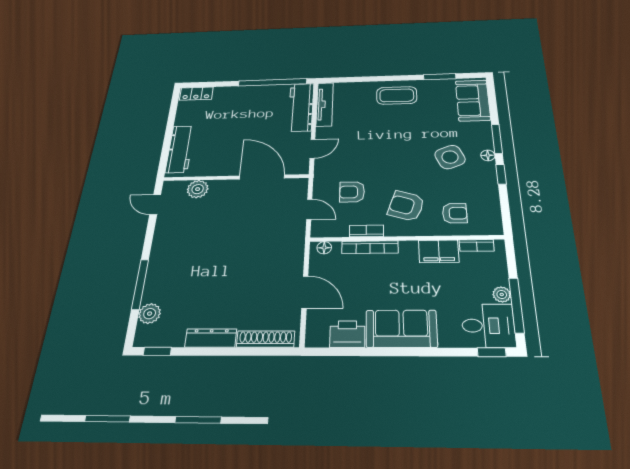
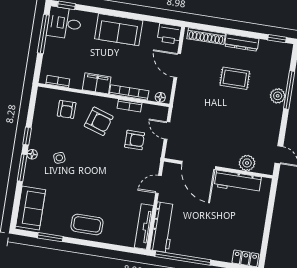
workbench: (180, 149) -> (238, 182), moved, turned -90
side table: (450, 157) -> (59, 158), width x0.54, depth x0.54
armchair: (455, 213) -> (67, 109), turned -90
filing cabinet: (439, 251) -> (97, 83), moved
rug: (219, 288) -> (235, 78), added
plant: (502, 294) -> (51, 43), removed
plant: (150, 314) -> (278, 96), moved
printer: (347, 334) -> (169, 34), moved

